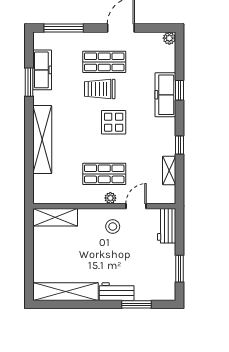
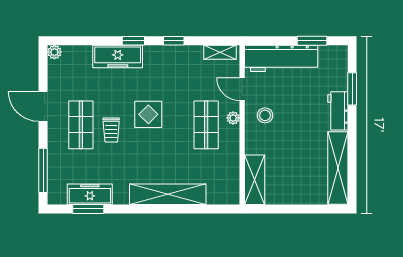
window: (29, 82) -> (88, 209), moved
trolley: (100, 89) -> (111, 130), width x0.73, depth x0.72
window: (179, 90) -> (133, 41), moved
shelving: (169, 170) -> (220, 52), moved
workbench: (167, 226) -> (281, 58), width x1.88, depth x1.32

